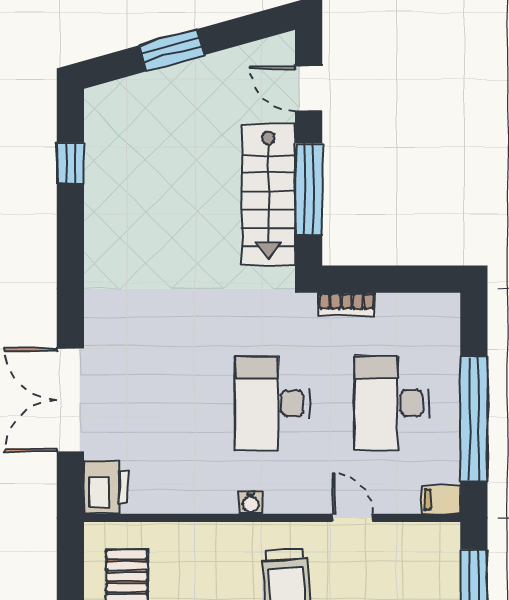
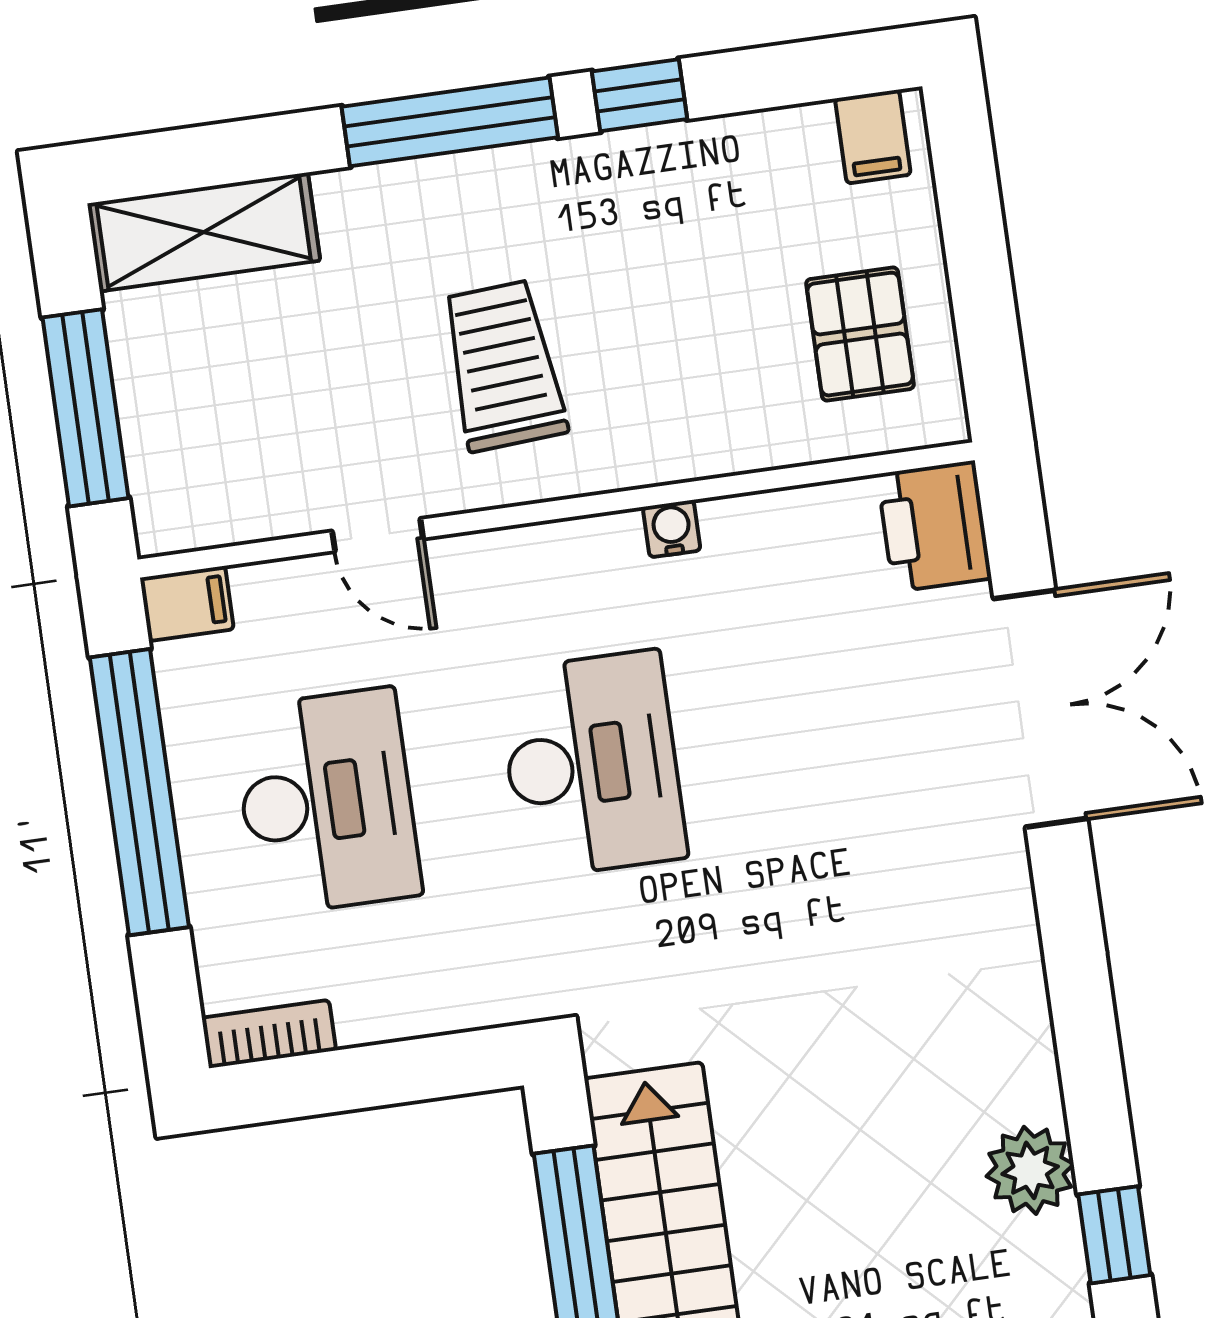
plant: (104, 197) -> (1030, 1170), added
bookcase: (347, 304) -> (269, 1034), moved
water cooler: (250, 502) -> (672, 529), moved

